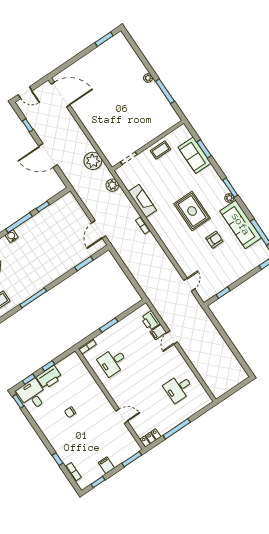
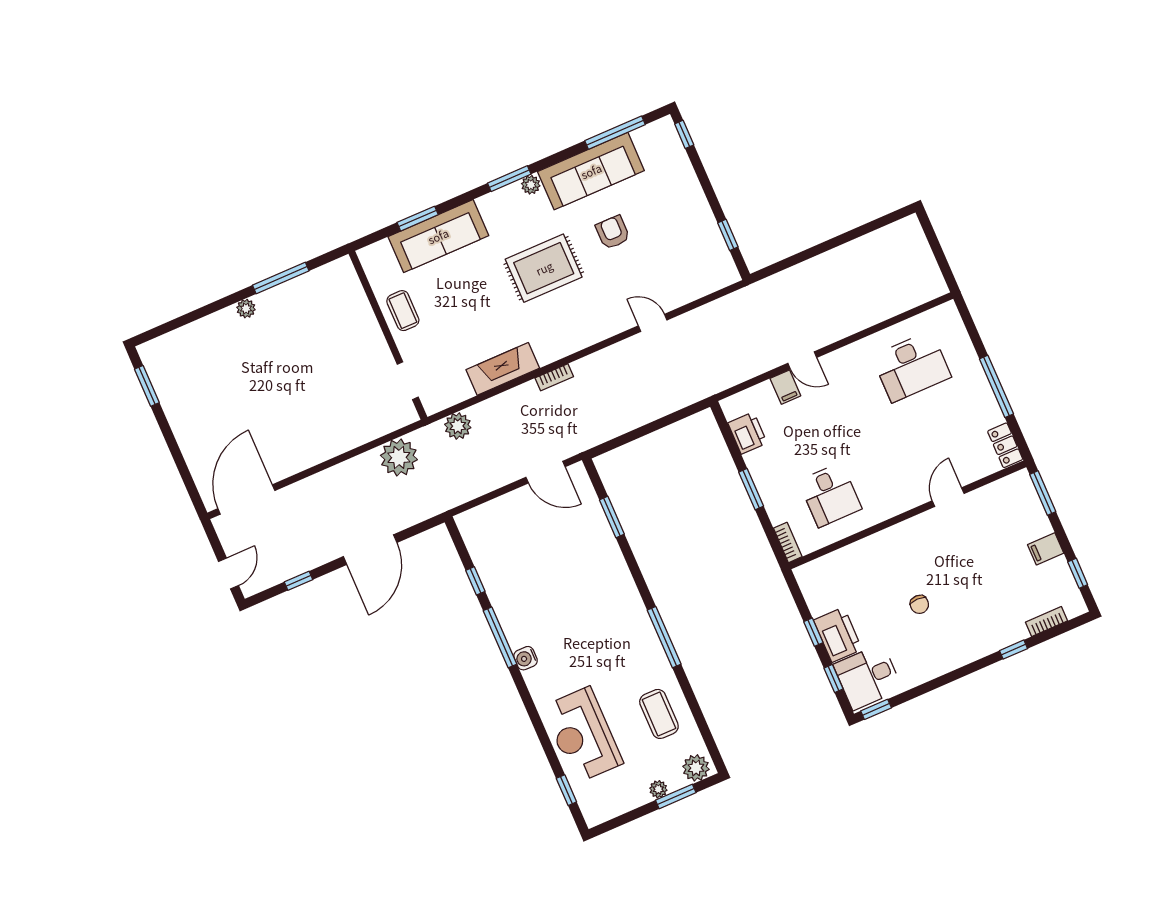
sofa: (194, 155) -> (438, 236), width x1.36
door: (189, 285) -> (653, 323), moved
printer: (150, 321) -> (747, 433), moved, turned -90
desk: (178, 388) -> (911, 367), width x1.37

